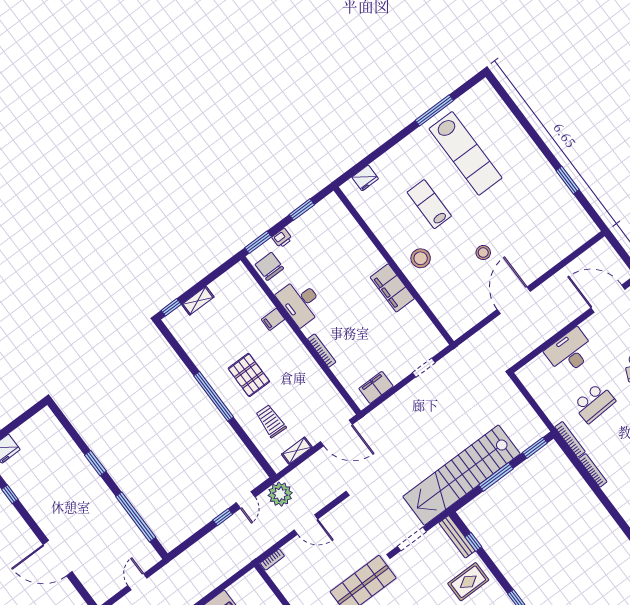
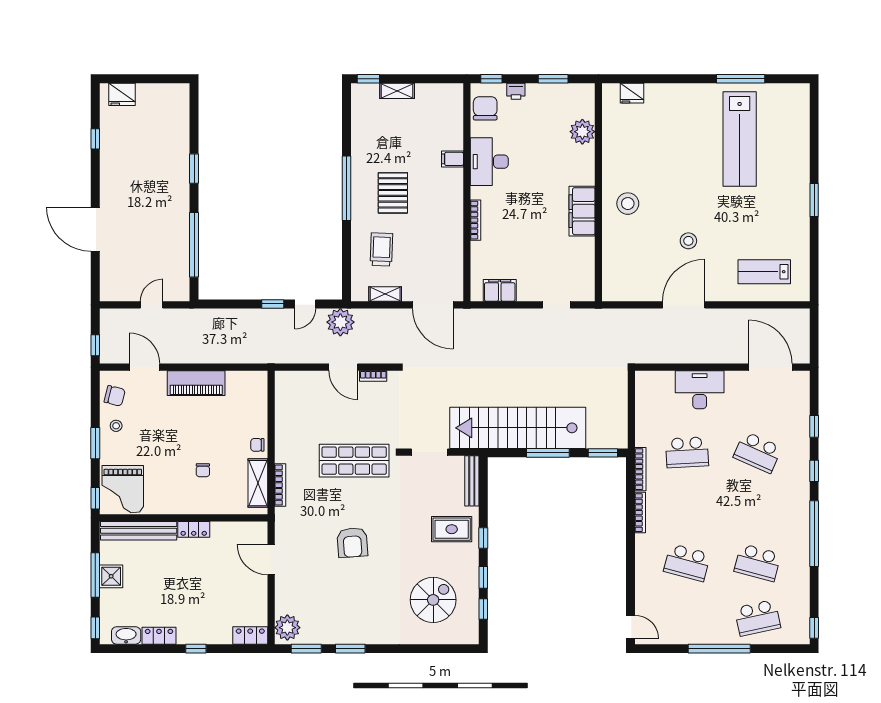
window: (568, 180) -> (814, 200), moved
lab bench: (429, 204) -> (764, 272), moved, turned -90
plant: (350, 232) -> (582, 132), added
window: (258, 242) -> (491, 79), width x0.67
window: (473, 542) -> (483, 538), moved
bookcase: (272, 560) -> (373, 376), moved

